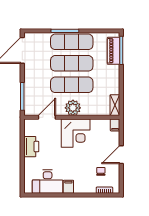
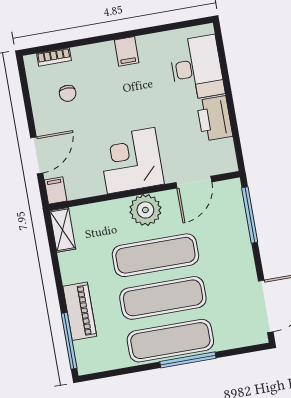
piano: (114, 51) -> (80, 311), moved
door: (121, 155) -> (37, 155), moved
desk: (48, 182) -> (197, 68), moved, turned 90

